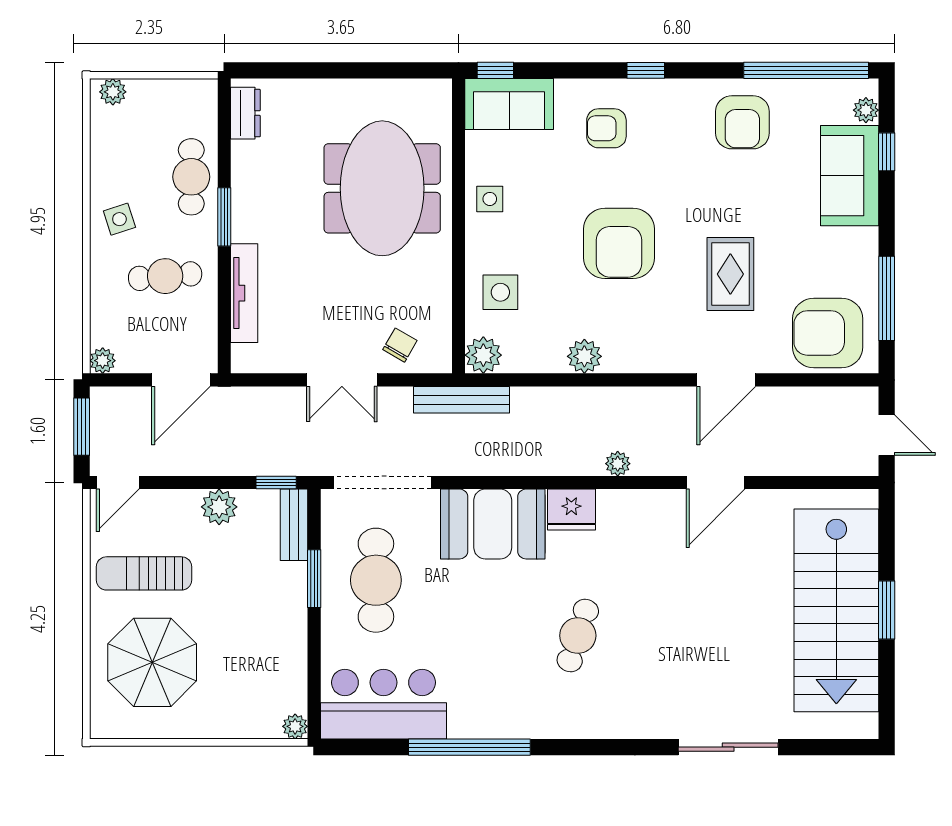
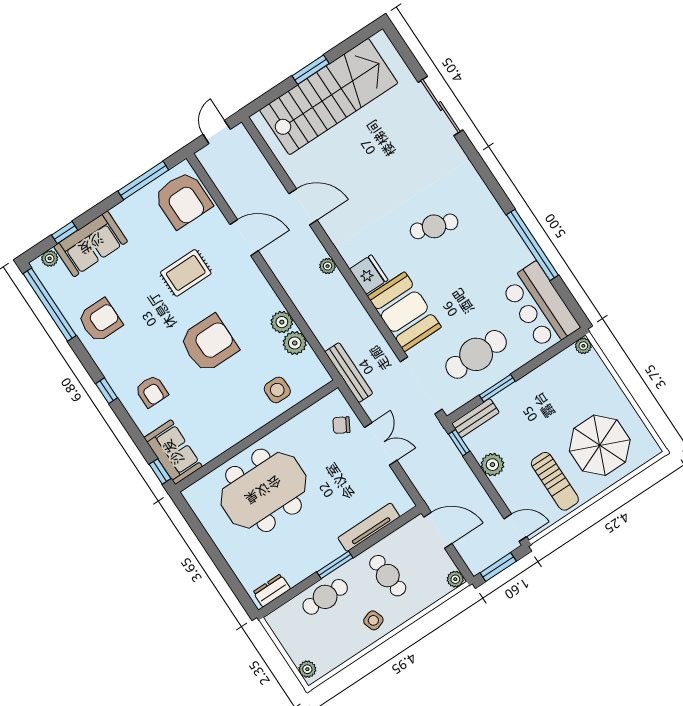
side table: (490, 199) -> (231, 429), removed
plant: (483, 355) -> (295, 343), moved

